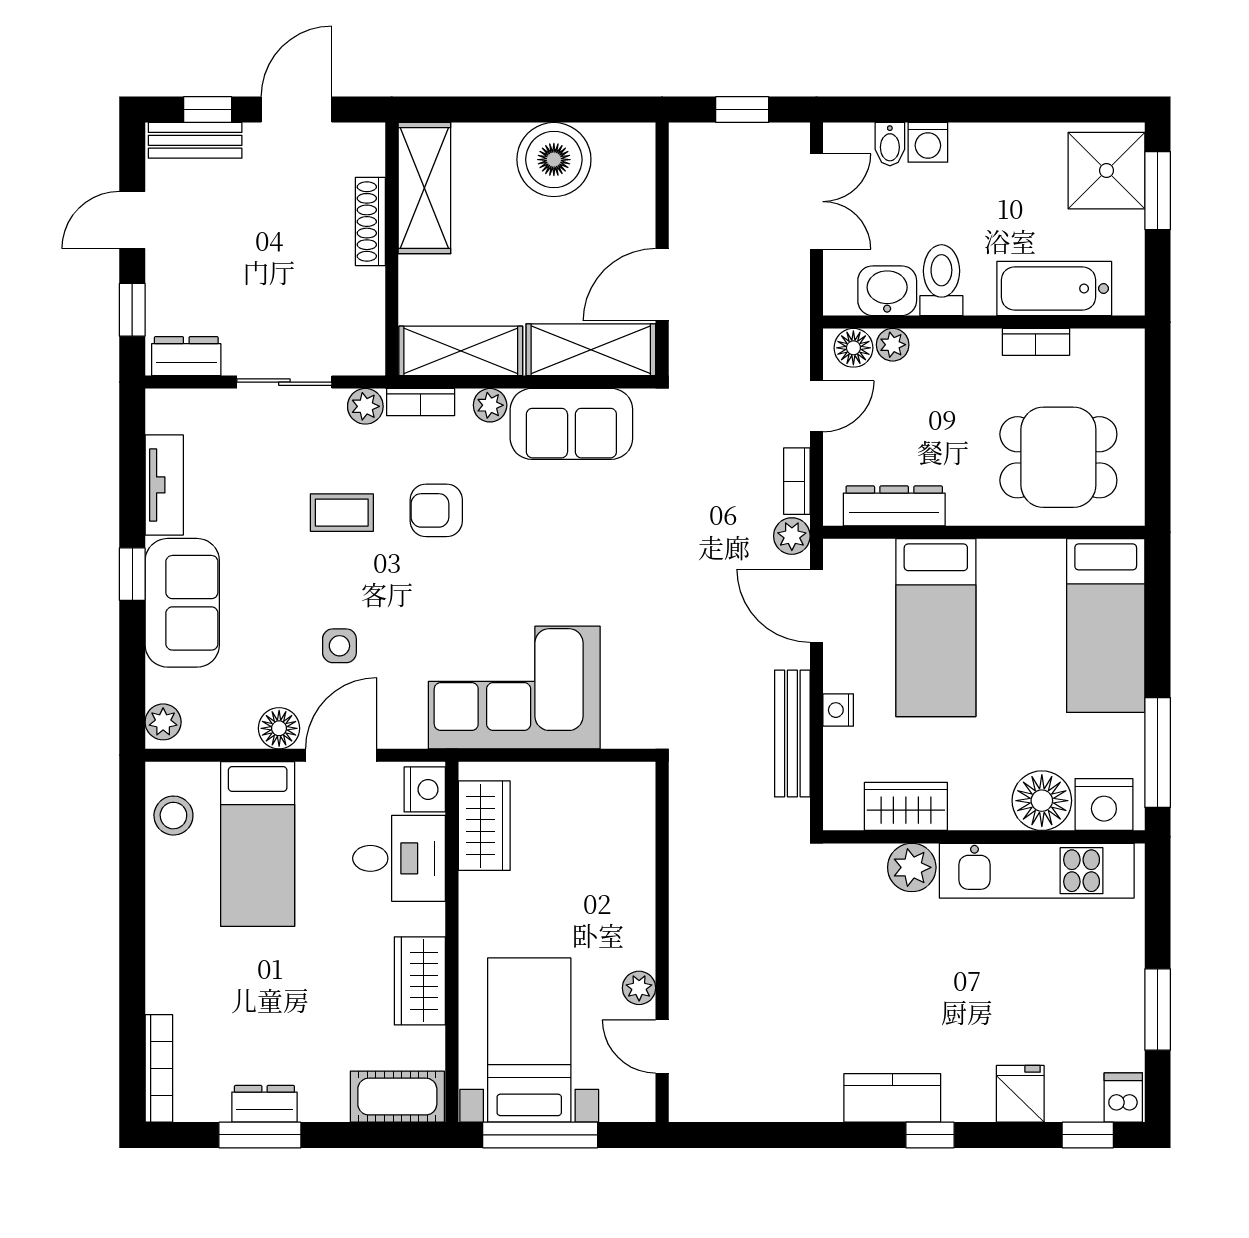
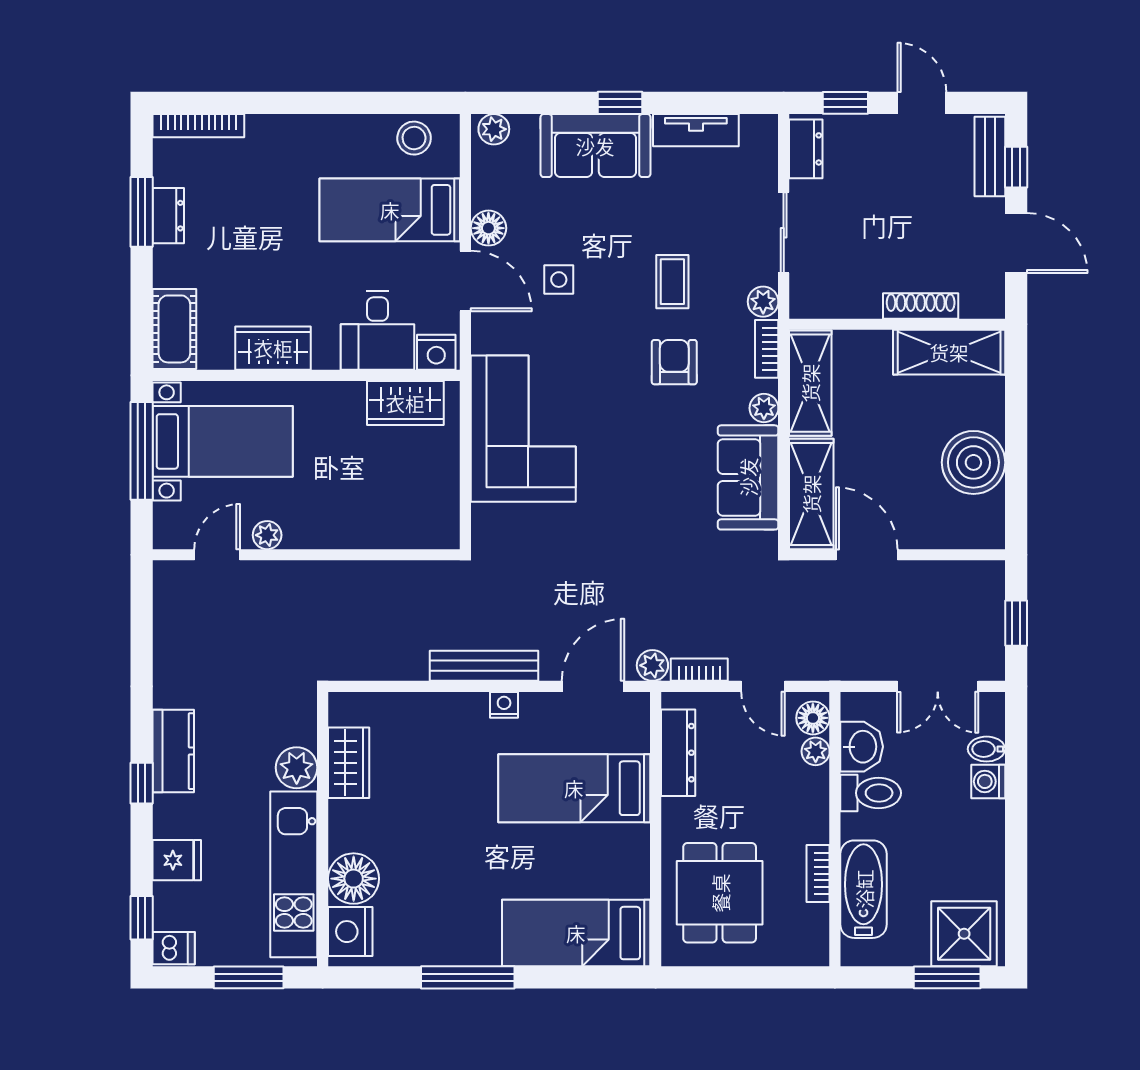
floor lamp: (1042, 801) -> (354, 879), moved
nightstand: (1104, 804) -> (350, 932), moved
wardrobe: (906, 806) -> (349, 763), moved
wall: (984, 837) -> (323, 829), moved
plant: (912, 867) -> (297, 768), moved
kitchen unit: (1037, 871) -> (294, 874), moved

